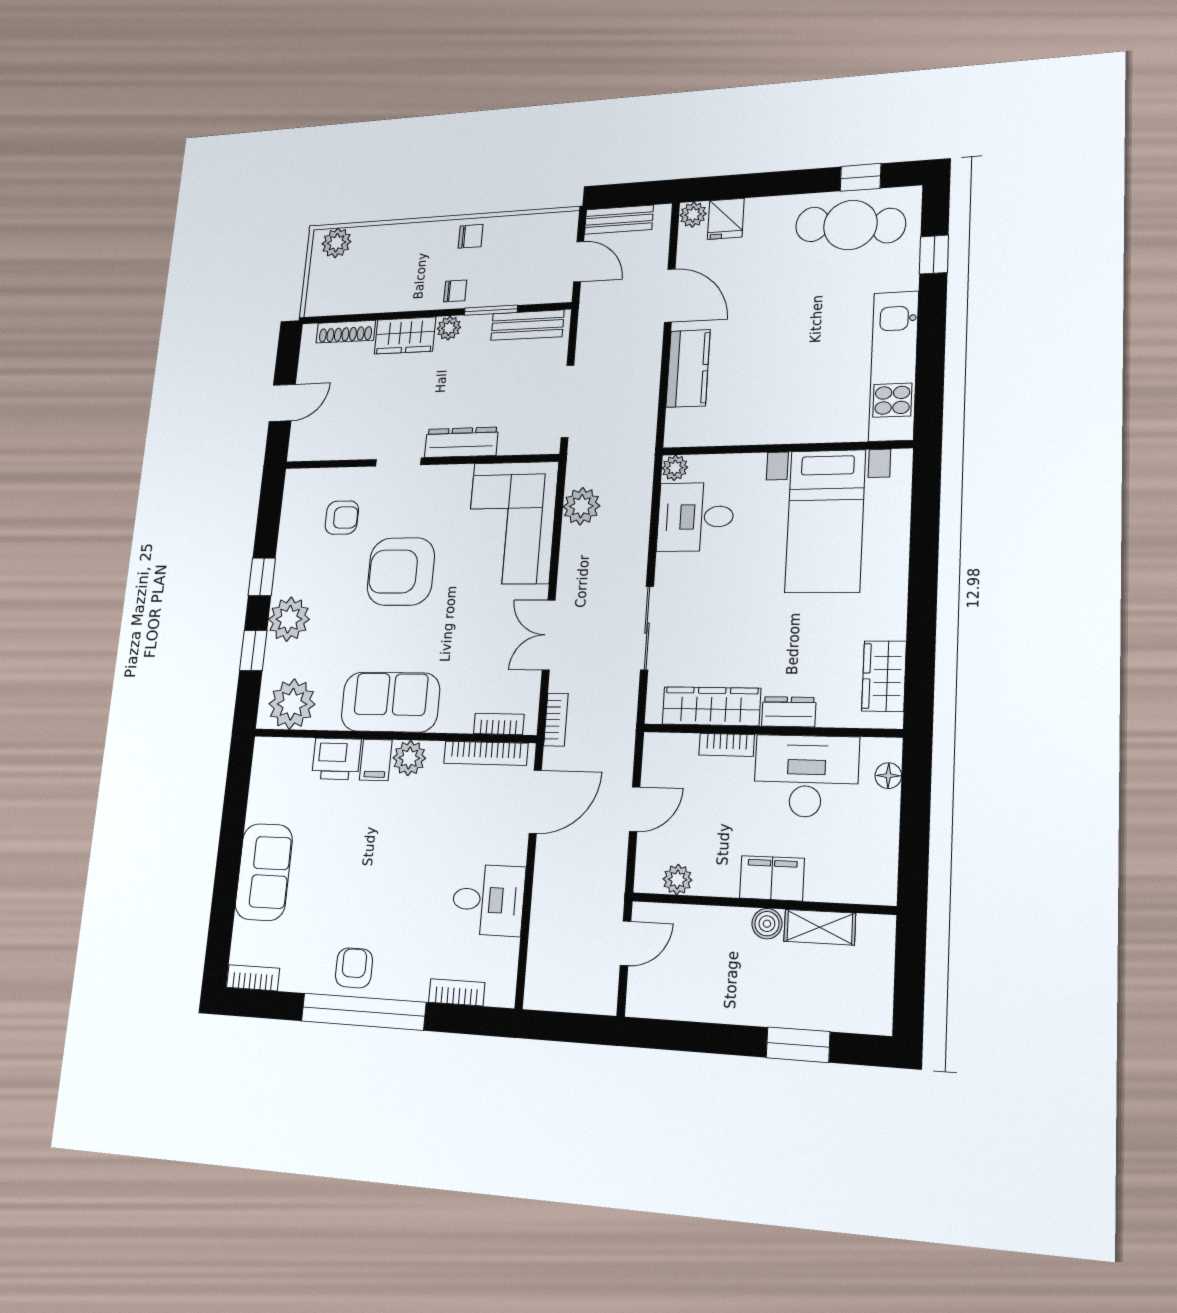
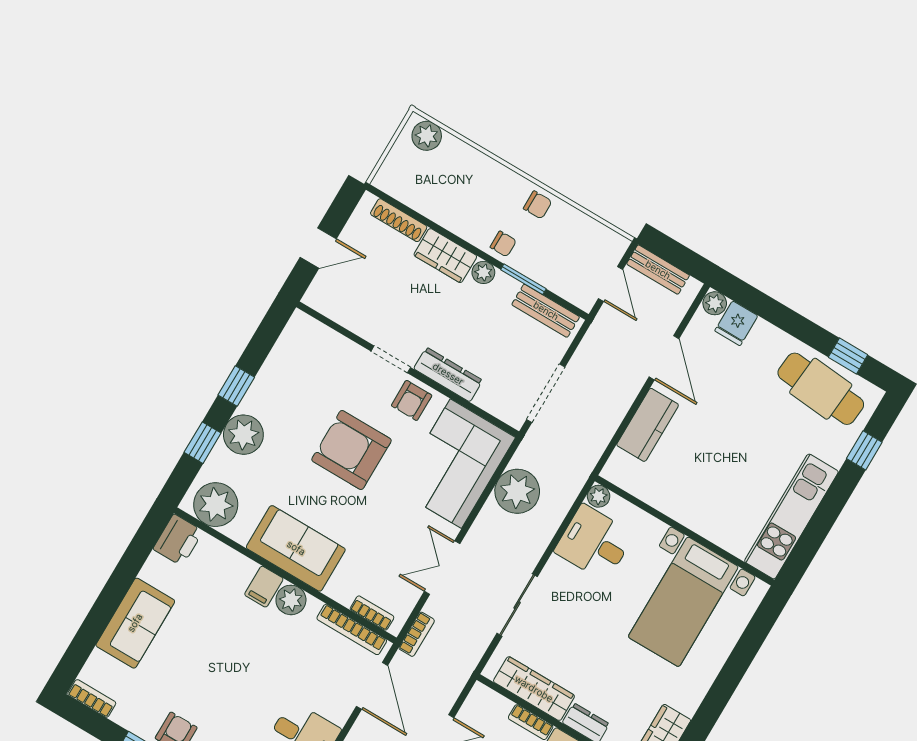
plant: (581, 506) -> (517, 491), width x1.36, depth x1.36
armchair: (342, 518) -> (412, 400), moved, turned 90
printer: (336, 759) -> (178, 540), moved, turned -90
door: (535, 802) -> (372, 686), hinge flipped

